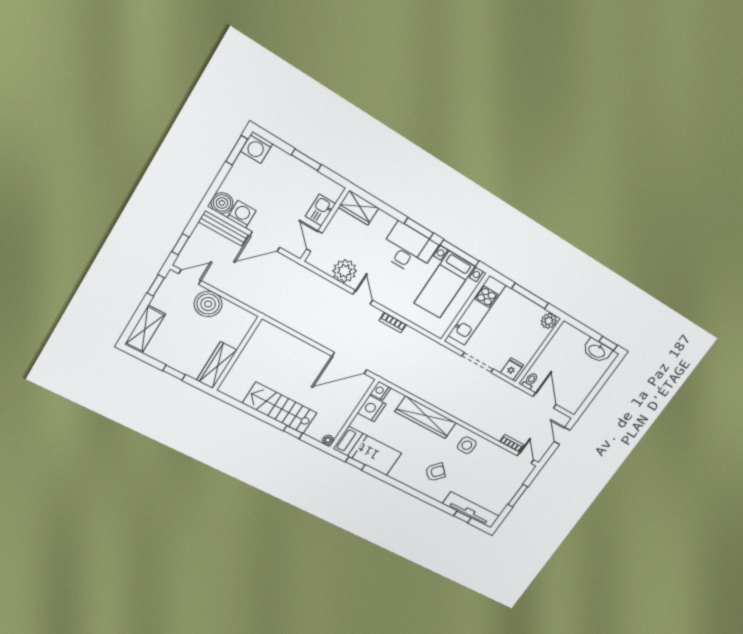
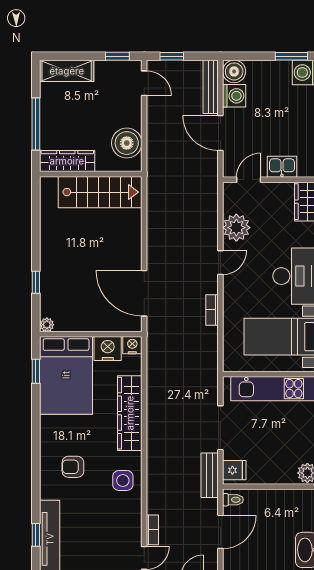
boiler: (208, 304) -> (127, 143), moved
window: (174, 373) -> (36, 124), width x2.17
bench: (504, 387) -> (210, 475), added
stairs: (280, 408) -> (100, 192), moved, turned 90
bed: (368, 451) -> (66, 375), width x1.50
armchair: (435, 472) -> (73, 467), turned 136

